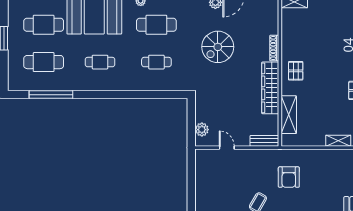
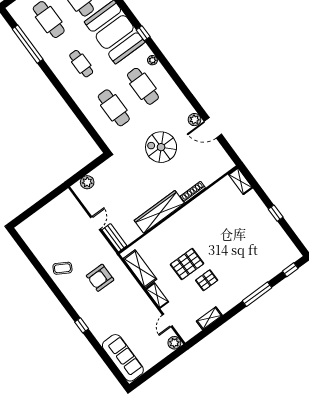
cafe table: (156, 62) -> (114, 108), width x1.37, depth x1.35
pallet: (296, 71) -> (187, 264), moved, width x1.50, depth x1.42
shelving: (289, 115) -> (140, 269), moved, turned 90
door: (227, 148) -> (96, 223), moved

